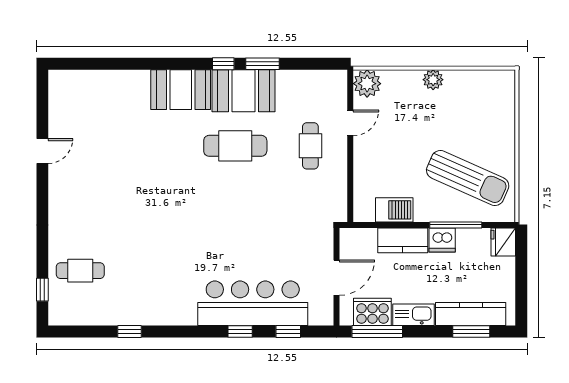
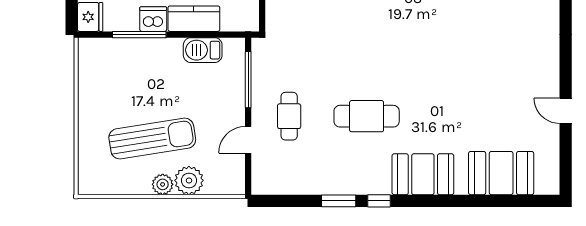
plant: (367, 84) -> (189, 180), moved
booth: (244, 91) -> (501, 173), moved
door: (42, 151) -> (566, 111), hinge flipped
sun lounger: (468, 178) -> (152, 139), moved, turned 147
window: (350, 181) -> (248, 80), added

